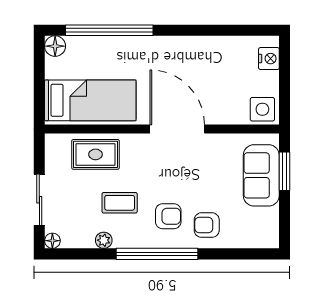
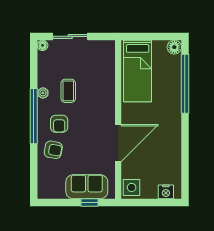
door: (177, 129) -> (118, 143), moved
rug: (95, 154) -> (101, 75), removed
window: (285, 171) -> (90, 202), width x0.67
armchair: (207, 225) -> (53, 150), turned 100
plant: (104, 240) -> (43, 93), moved

